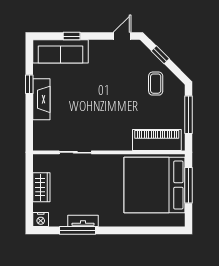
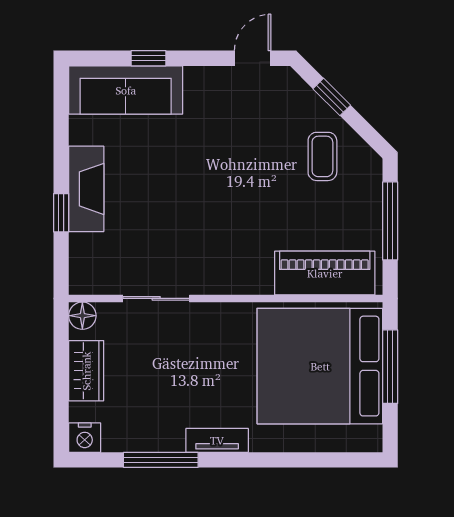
window: (29, 84) -> (61, 213), moved
floor lamp: (40, 161) -> (82, 316), added
tv unit: (83, 221) -> (217, 440), moved

